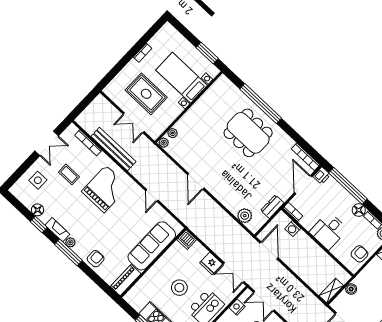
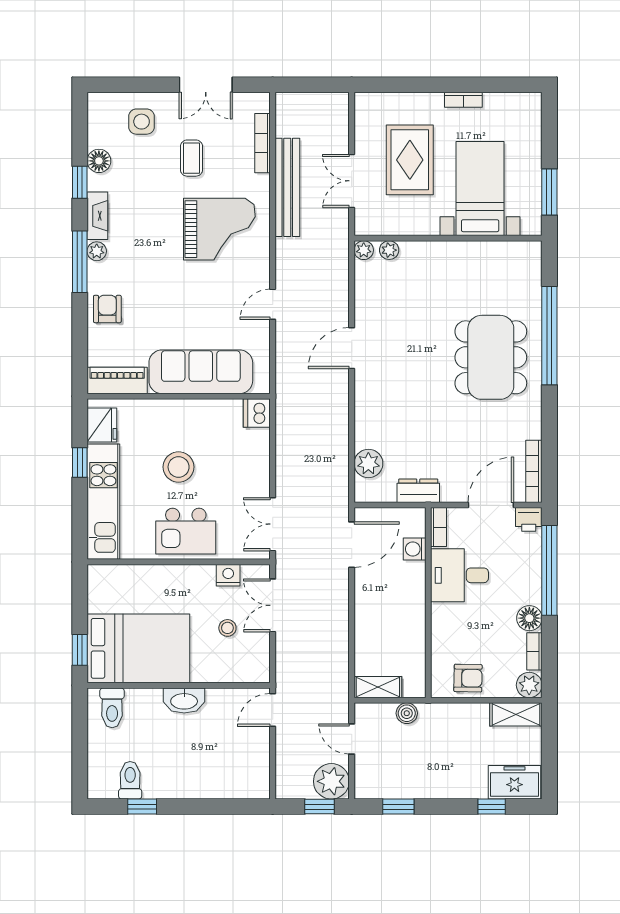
desk: (329, 231) -> (459, 575), moved
armchair: (96, 259) -> (107, 309), turned -90
fridge: (211, 263) -> (102, 425), moved, turned 180

